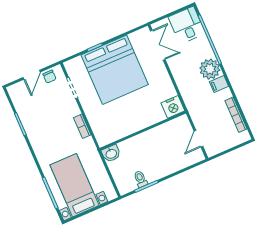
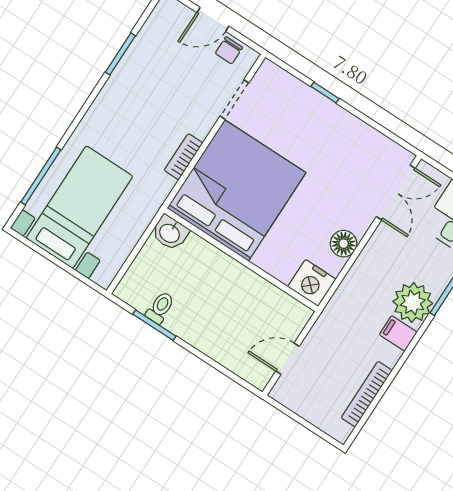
bed: (115, 70) -> (236, 190), moved, turned 180
floor lamp: (165, 82) -> (344, 244), added

